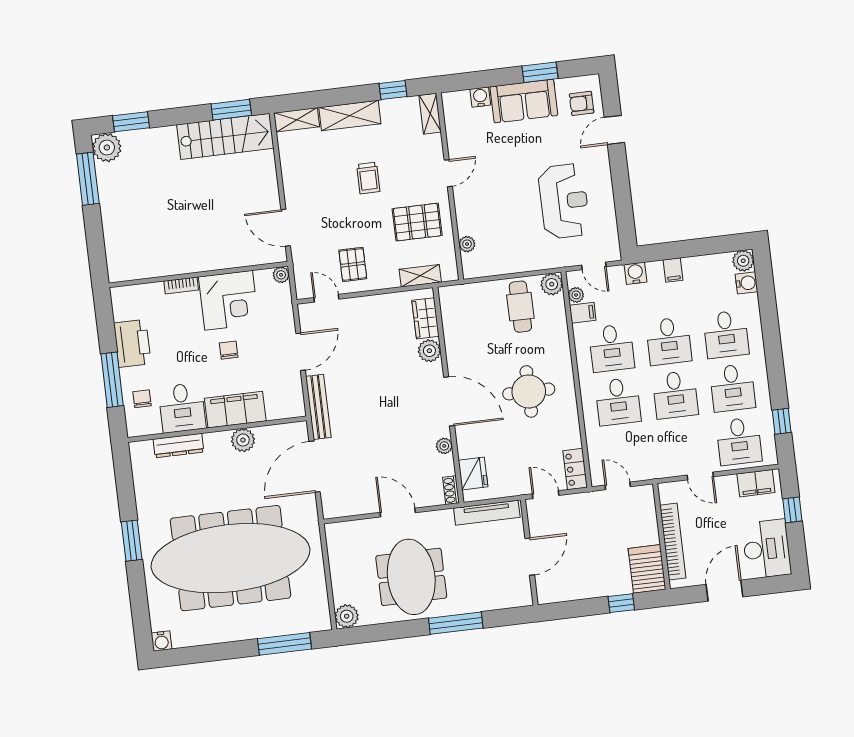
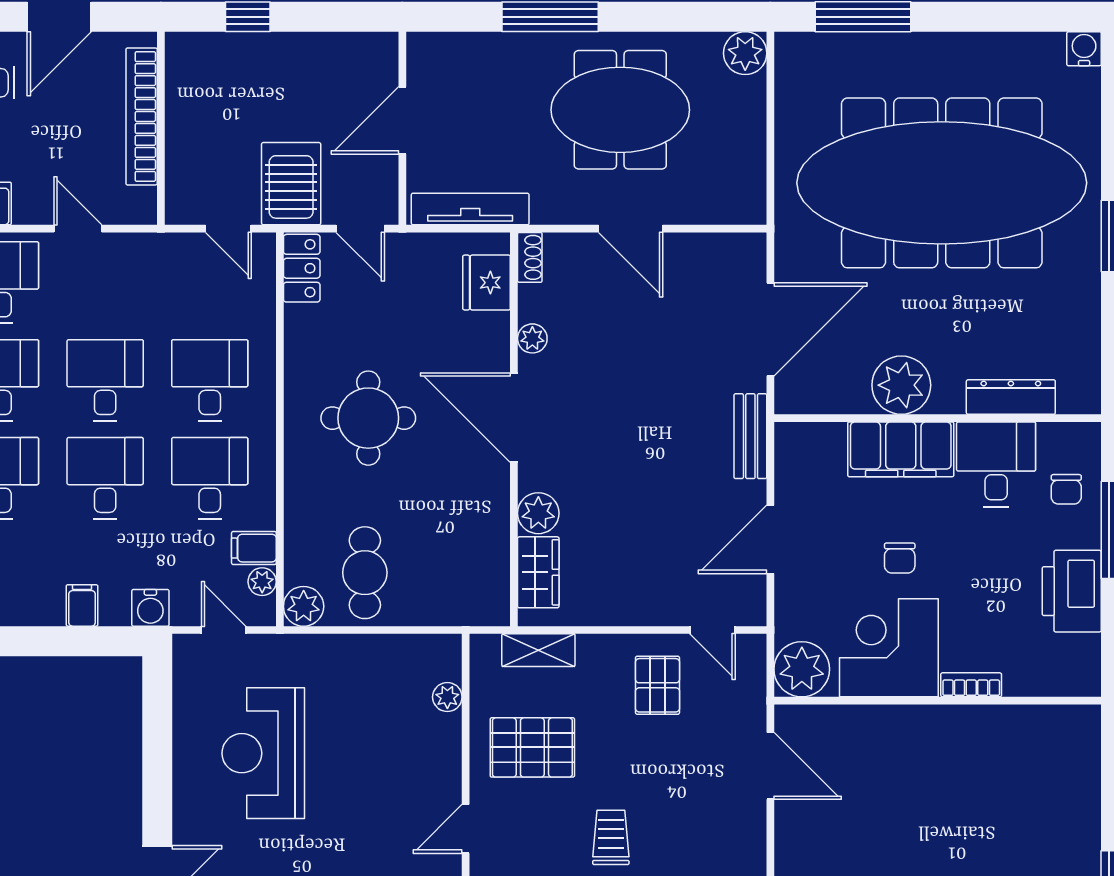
plant: (281, 275) -> (802, 669), width x1.88, depth x1.88
bench: (318, 407) -> (750, 436), width x0.73
plant: (243, 440) -> (901, 385), width x1.36, depth x1.36
server rack: (647, 569) -> (291, 184), moved, turned 180
meeting table: (411, 577) -> (620, 110), turned 90

